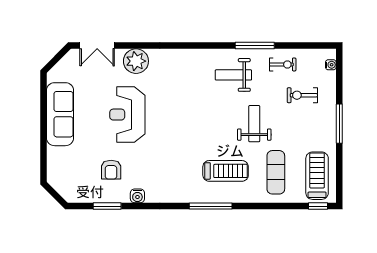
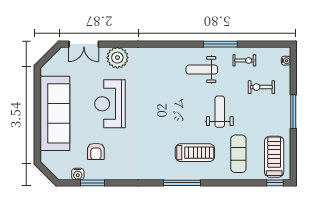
sofa: (60, 114) -> (55, 113), width x1.36, depth x1.27
water cooler: (137, 196) -> (78, 174), moved

